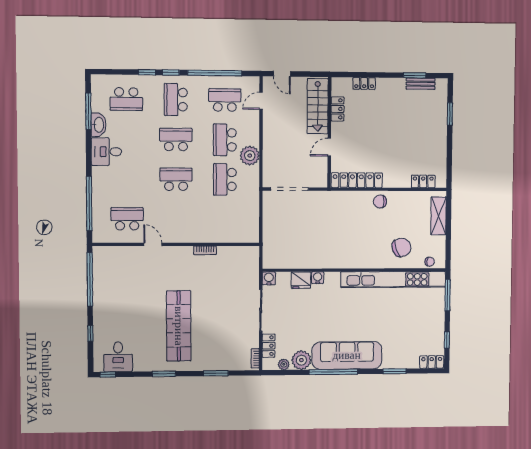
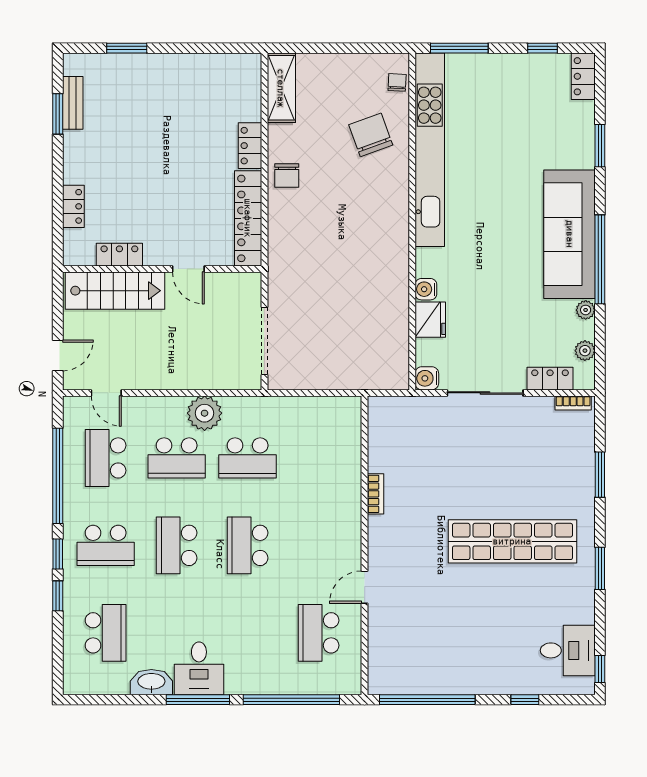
window: (88, 111) -> (198, 700), moved
locker: (423, 181) -> (250, 146), moved
shelving: (439, 216) -> (281, 88), moved, turned 90
plant: (301, 360) -> (586, 310), width x0.53, depth x0.53

